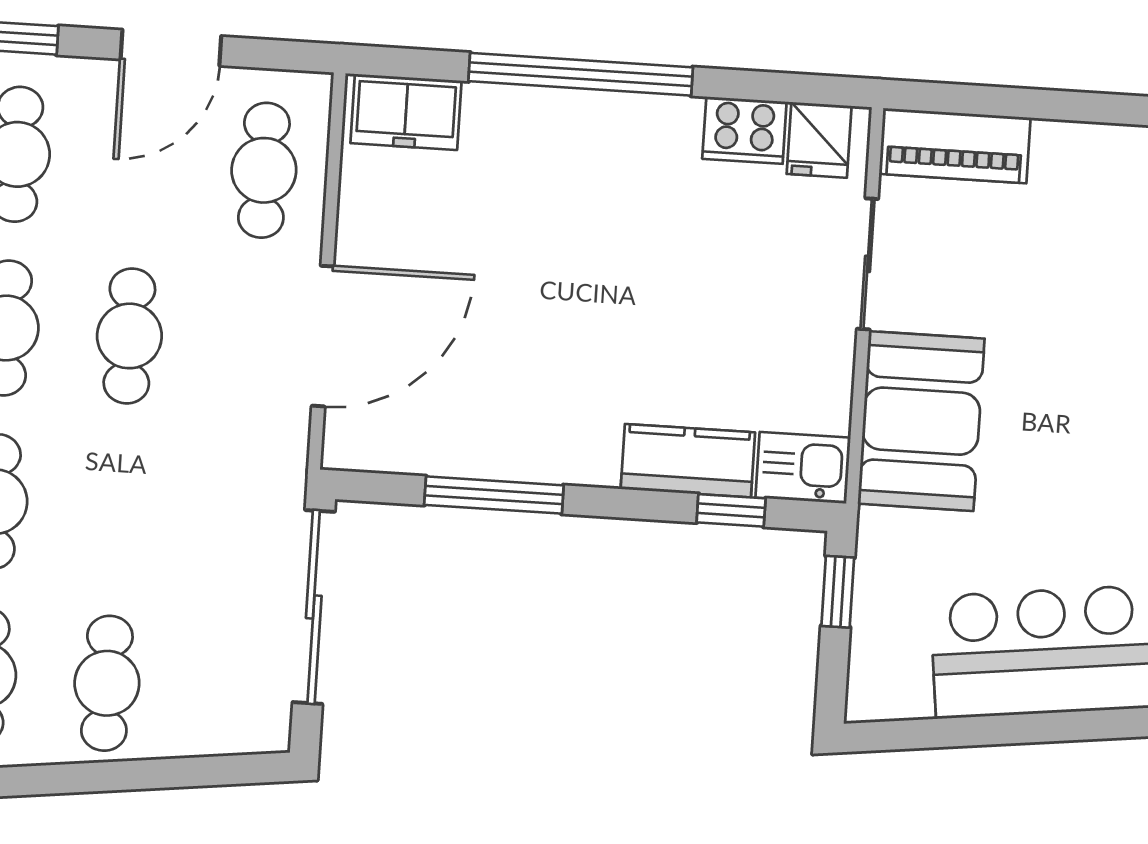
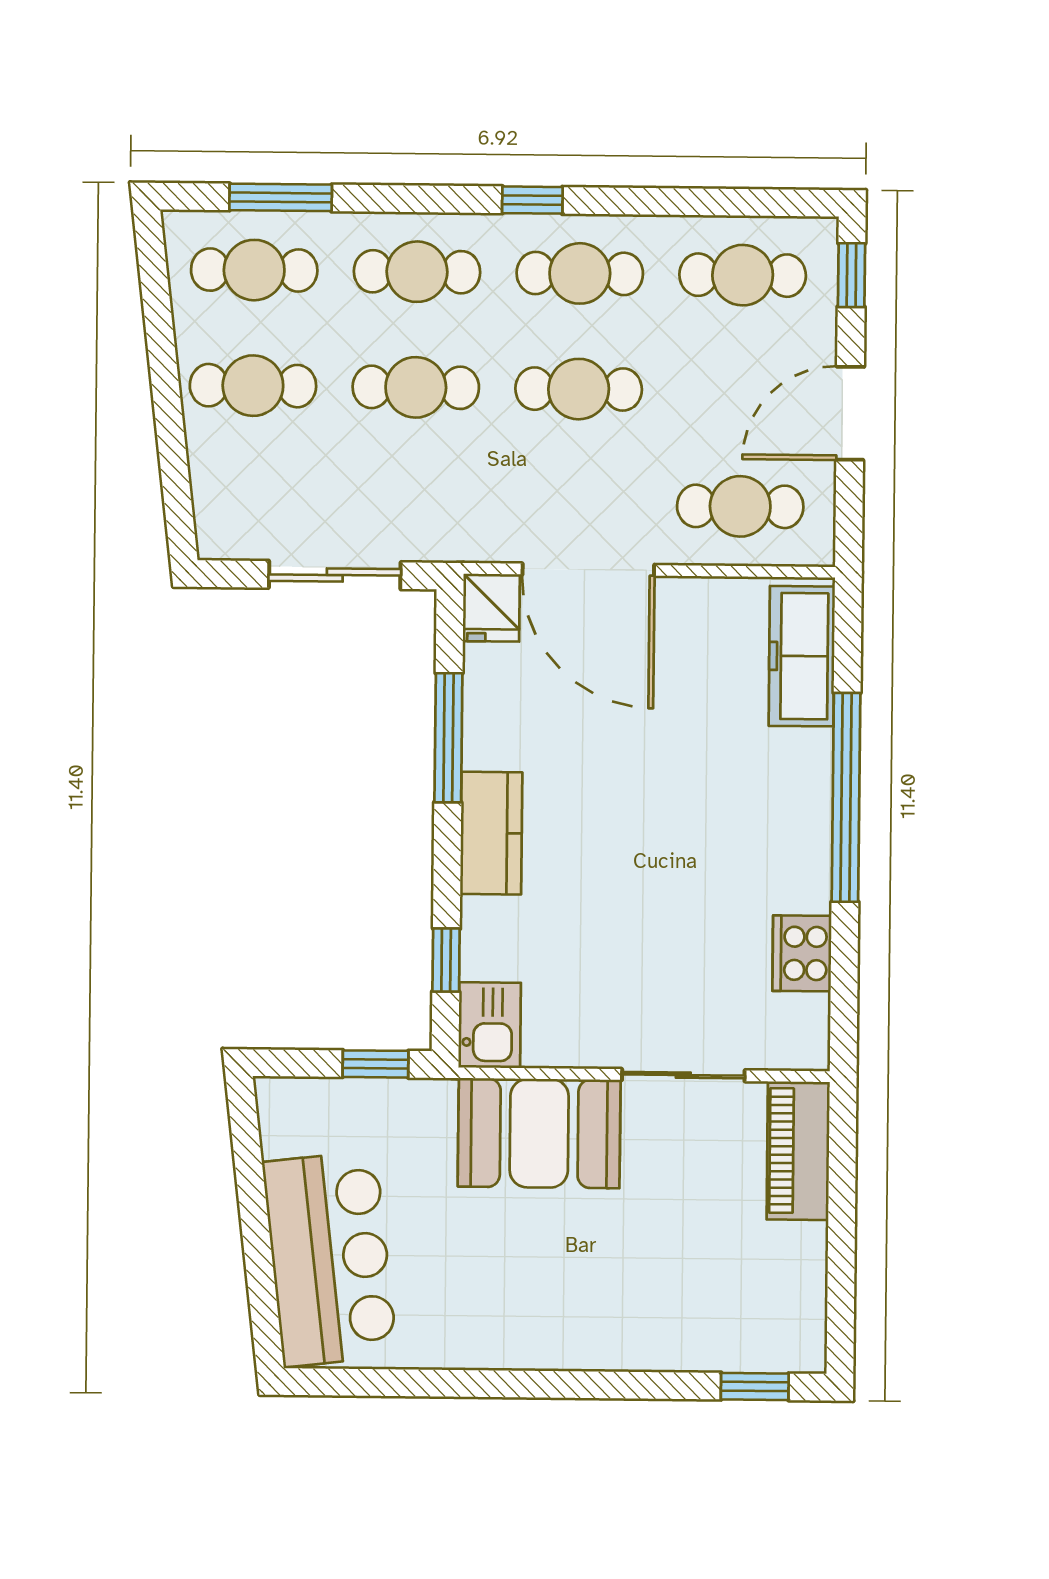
door: (171, 48) -> (850, 413), hinge flipped
freezer: (406, 112) -> (802, 656), width x1.40
fridge: (819, 140) -> (491, 608), moved, turned -90
kitchen counter: (688, 461) -> (491, 833), moved
cafe table: (118, 510) -> (416, 387), added
sliding door: (314, 607) -> (335, 575), width x0.73

